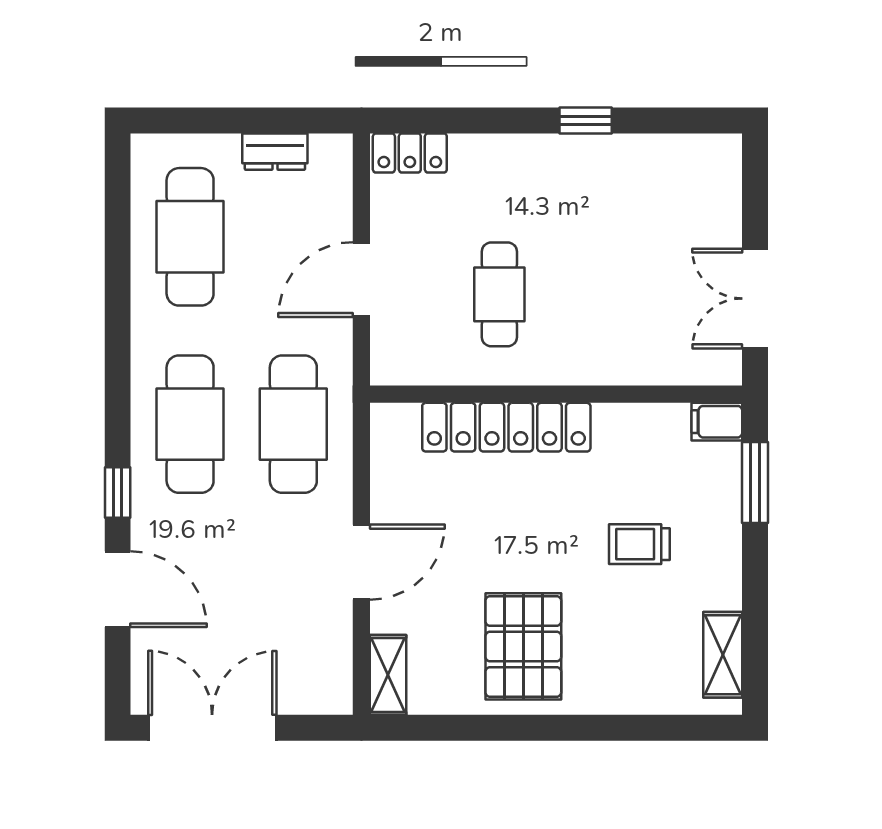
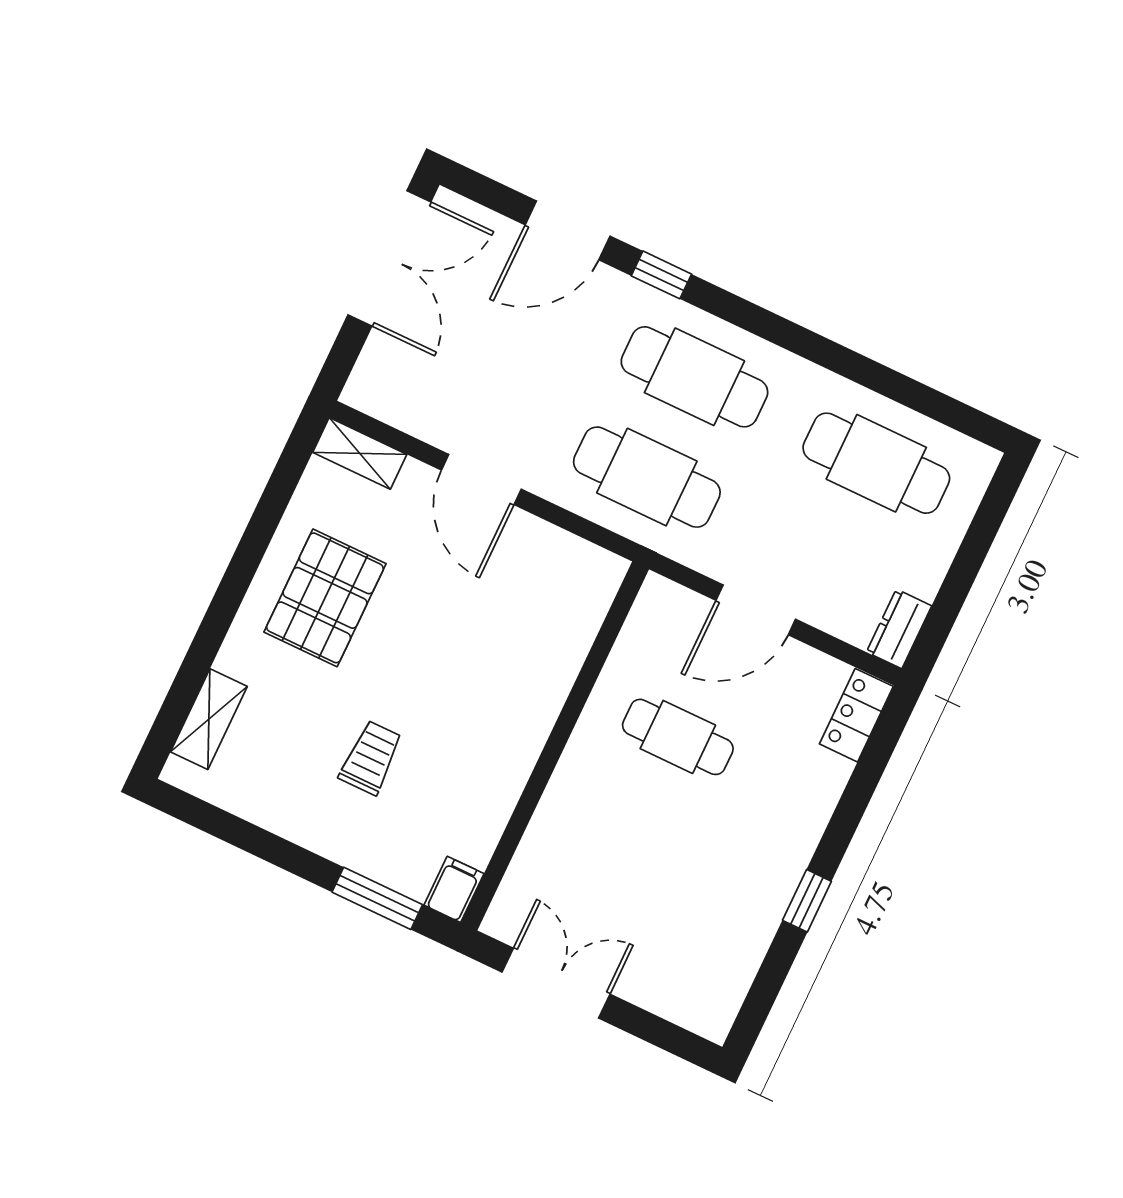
dresser: (275, 152) -> (899, 629), moved
door: (361, 280) -> (756, 610), swing flipped
locker: (506, 427) -> (546, 682), removed
pallet: (523, 646) -> (325, 598), turned 90
shelving: (723, 655) -> (209, 719), moved, turned 90

